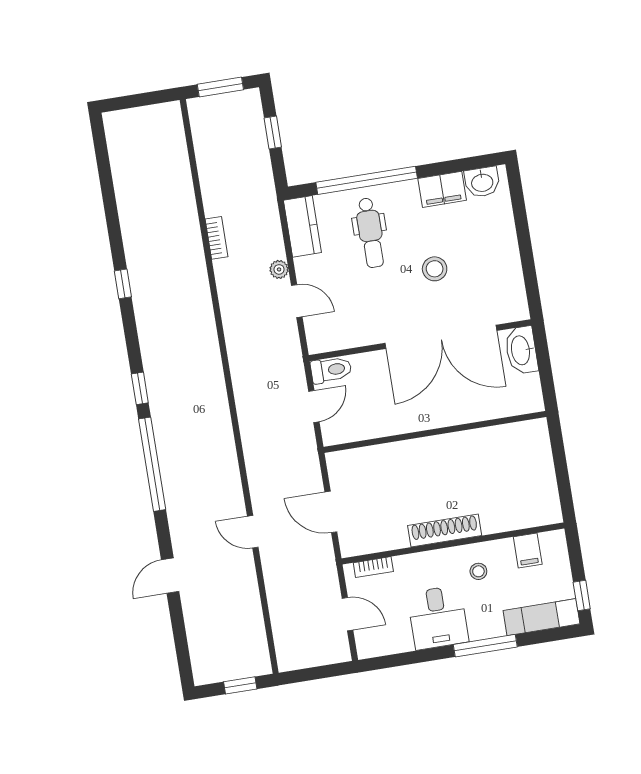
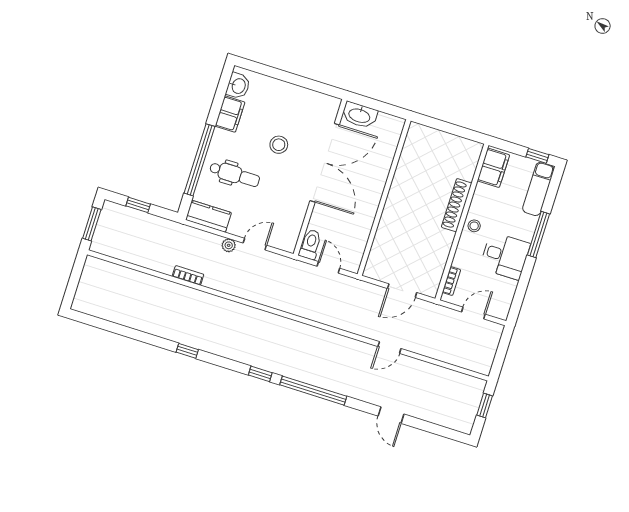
shoe rack: (445, 530) -> (457, 205), moved
filing cabinet: (528, 551) -> (493, 168), width x2.00
stool: (478, 571) -> (474, 226), moved

